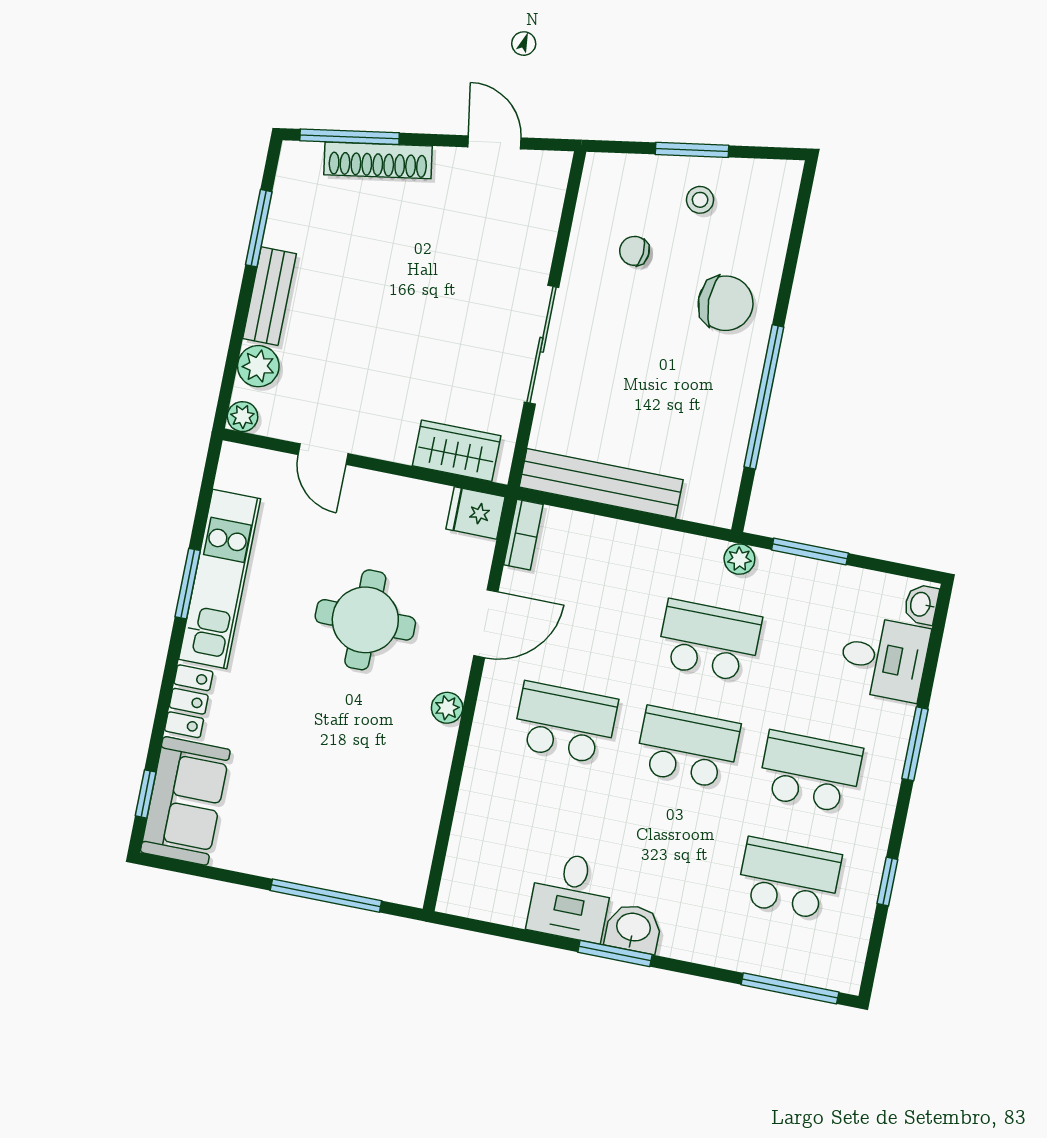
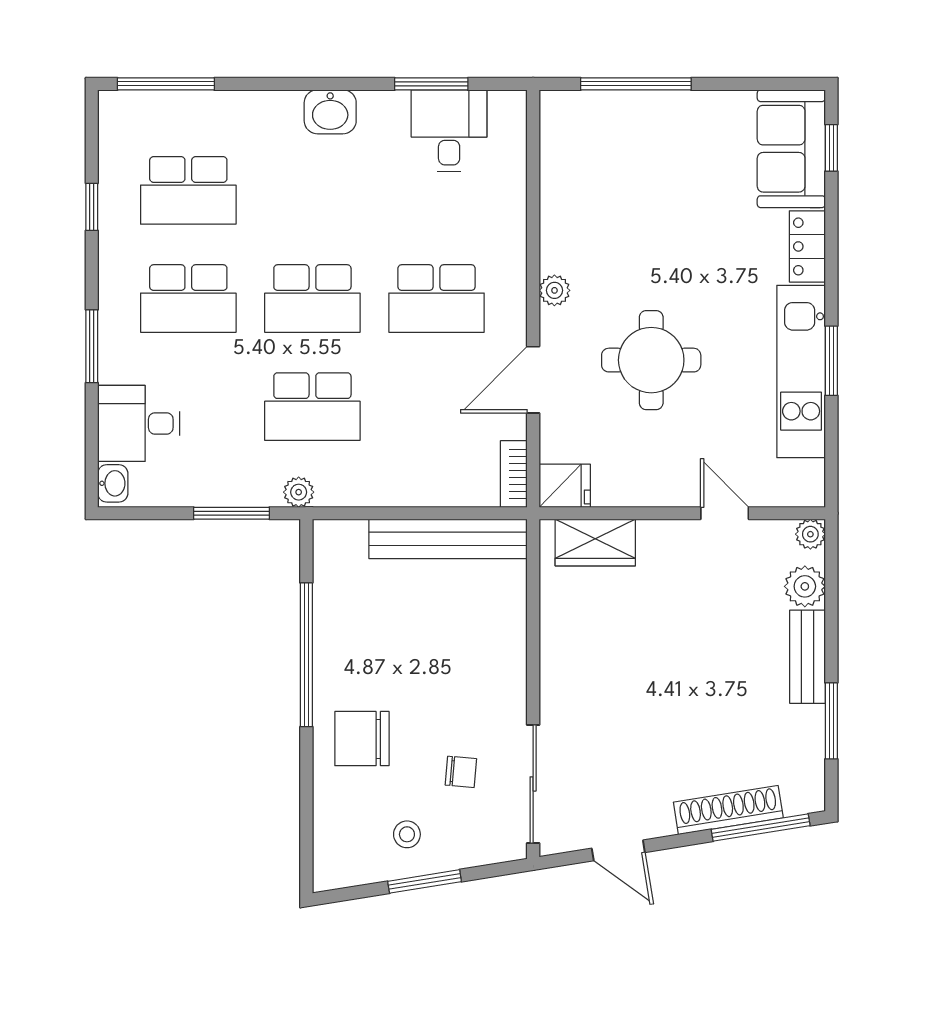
sliding door: (542, 345) -> (533, 784), moved
desk: (571, 897) -> (449, 131), moved
window: (615, 953) -> (431, 84), moved

